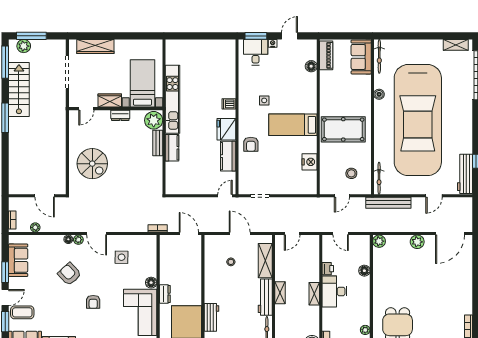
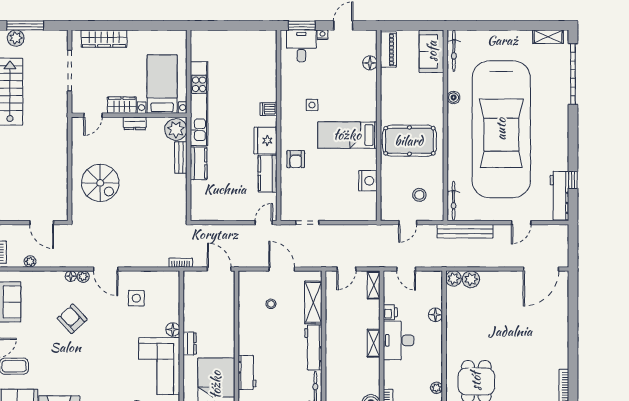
plant: (417, 242) -> (471, 279), moved
shelving: (280, 293) -> (374, 285), moved
armchair: (93, 302) -> (101, 353), removed

